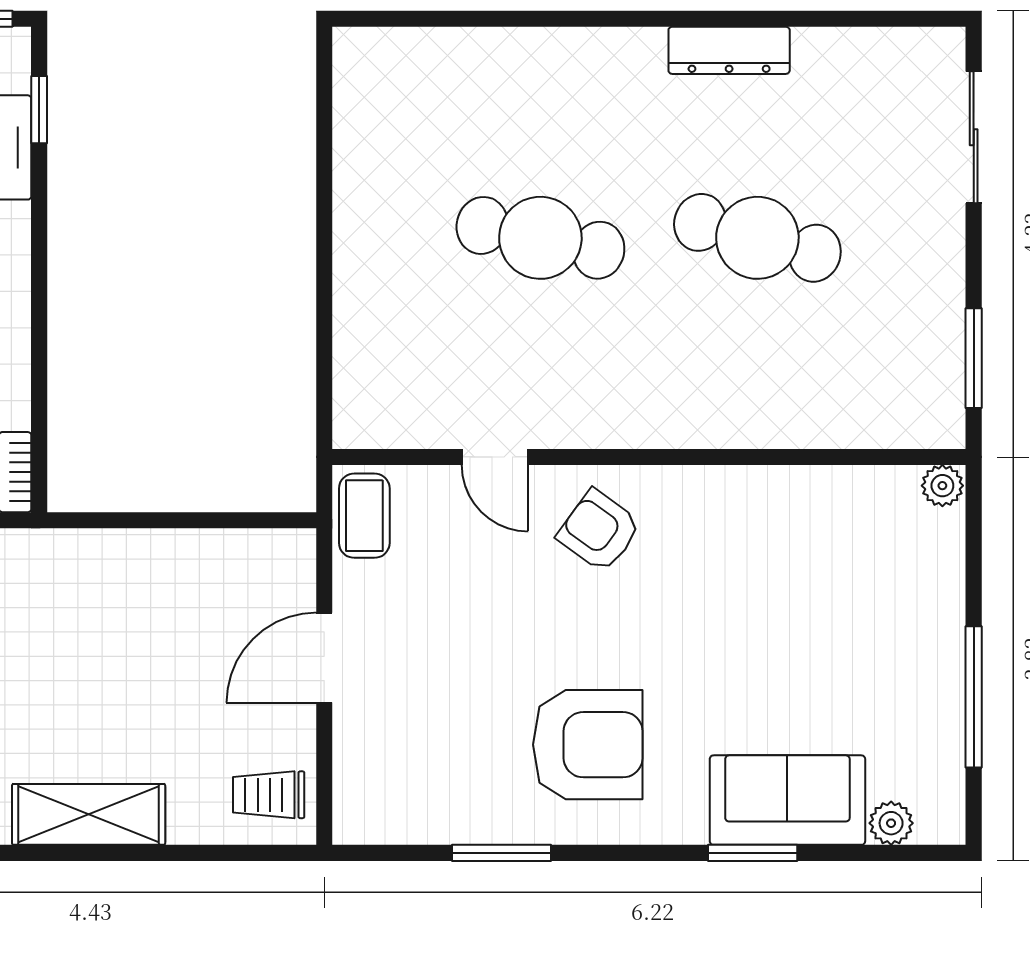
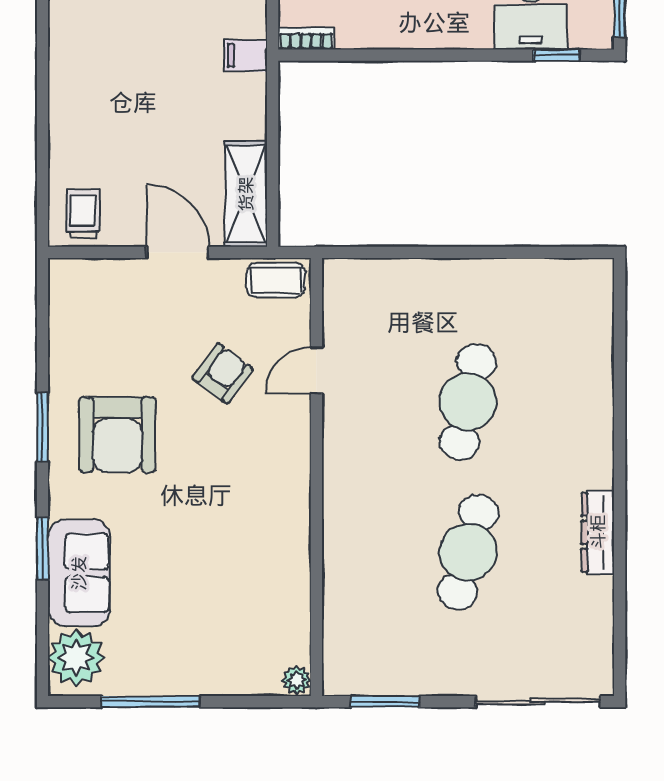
sliding door: (974, 137) -> (538, 702), width x1.37
armchair: (599, 531) -> (223, 374), moved
filing cabinet: (40, 559) -> (246, 56), added
shelving: (89, 814) -> (246, 194), moved
plant: (891, 823) -> (76, 658), width x1.88, depth x1.88
window: (501, 853) -> (42, 427), moved

